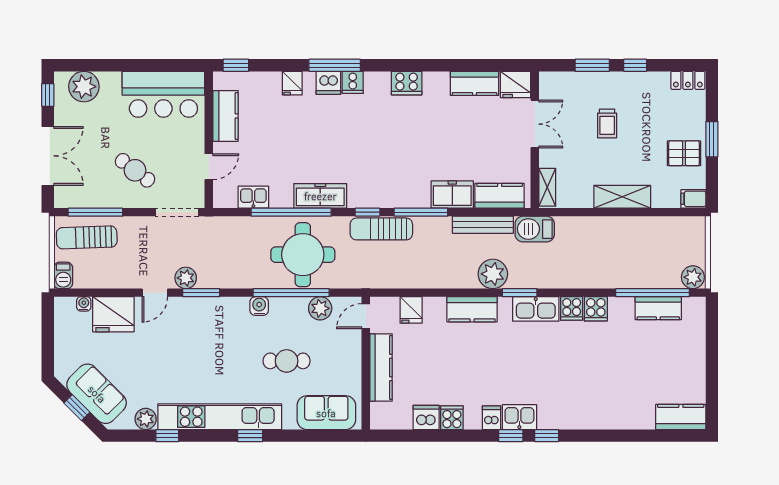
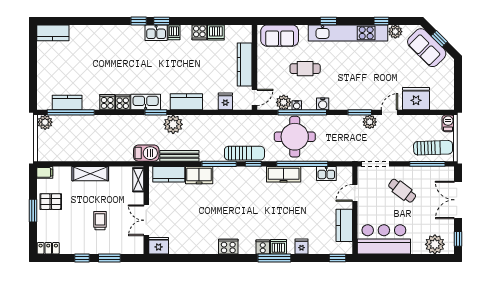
kitchen counter: (475, 83) -> (185, 246), removed
water cooler: (84, 304) -> (297, 105), moved

